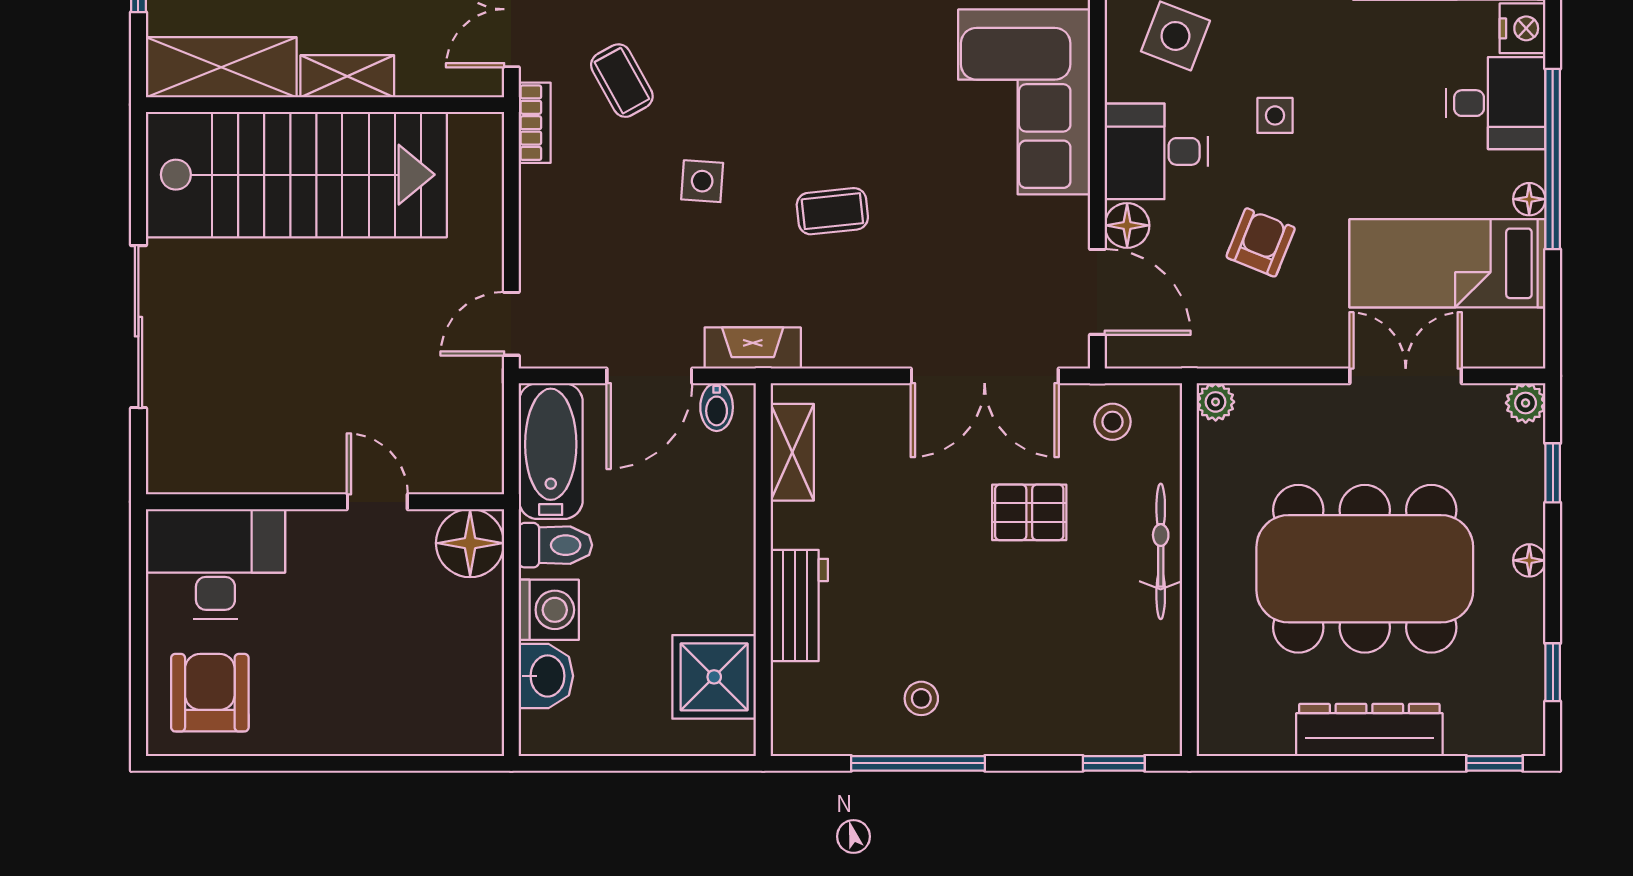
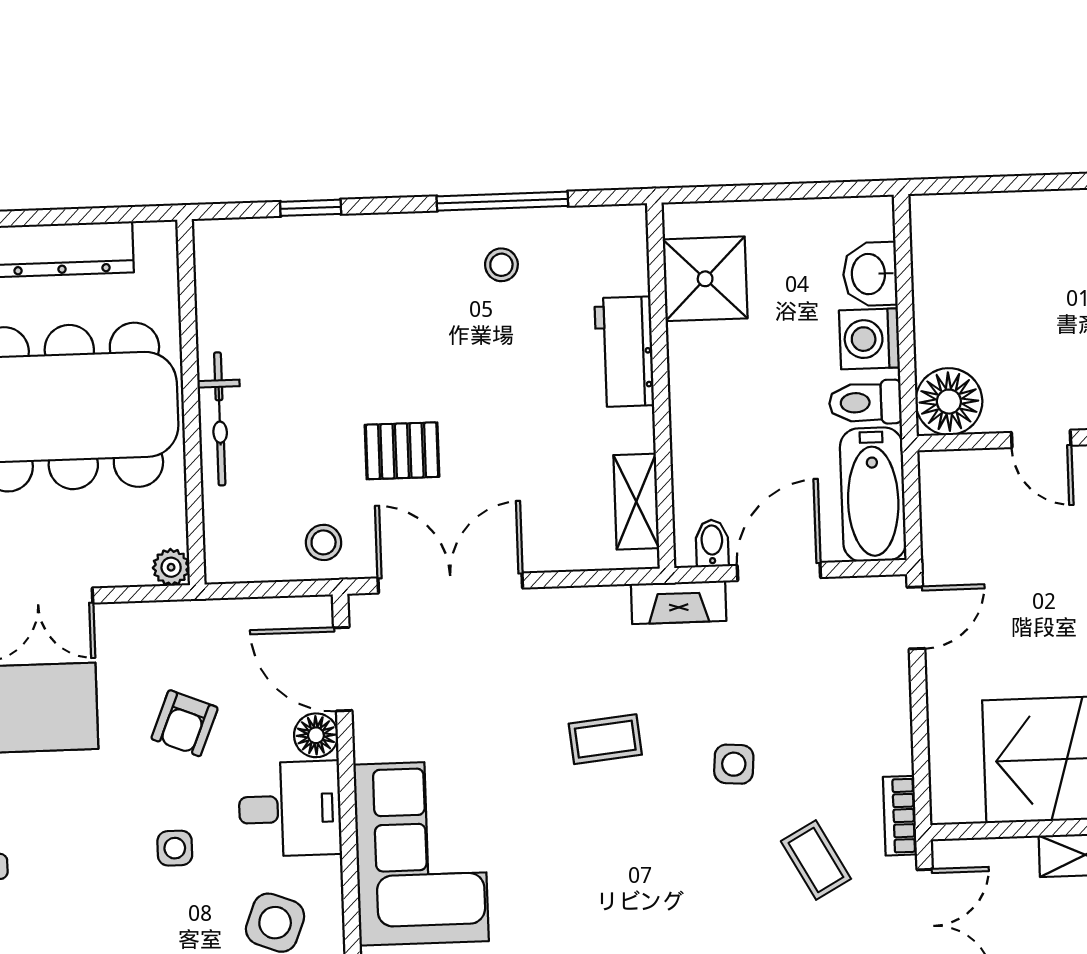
plant: (1216, 402) -> (171, 567), moved
bicycle: (1161, 551) -> (220, 419), moved
wall: (1189, 570) -> (191, 402), moved

